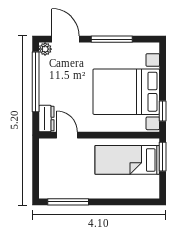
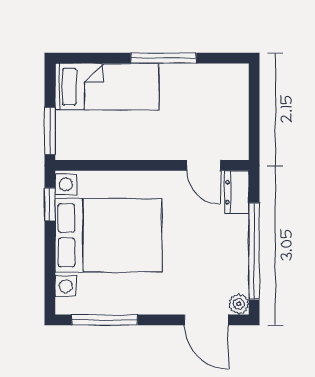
window: (112, 39) -> (105, 320), moved
bed: (127, 160) -> (107, 87), moved
window: (68, 202) -> (164, 58), moved

